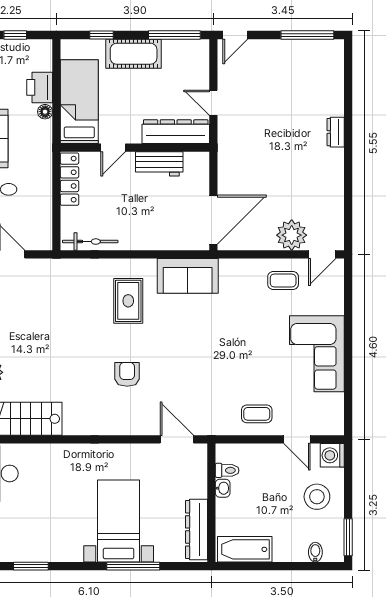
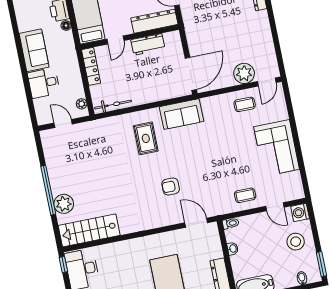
plant: (45, 231) -> (82, 104), added
armchair: (127, 374) -> (171, 186), moved, turned -90
toilet: (227, 470) -> (231, 223), moved

